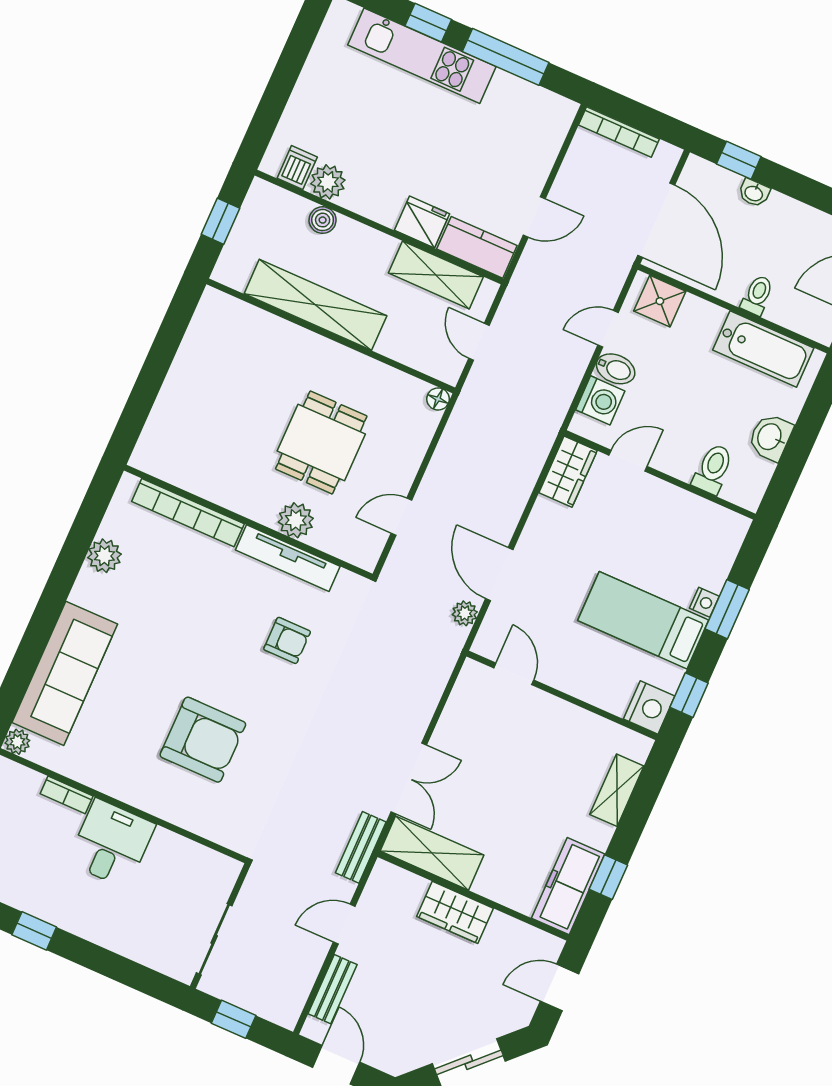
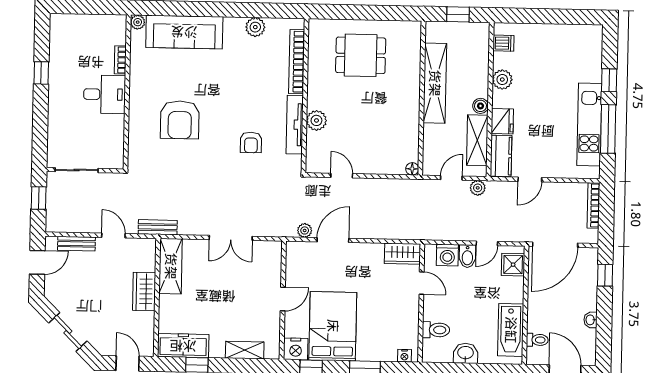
kitchen unit: (422, 56) -> (589, 124), moved
plant: (328, 182) -> (502, 80), moved
washbasin: (754, 193) -> (591, 320), moved
door: (534, 217) -> (530, 180), hinge flipped
boiler: (323, 220) -> (480, 106), moved
toilet: (757, 295) -> (537, 340), moved
plant: (513, 306) -> (478, 188), added
door: (608, 329) -> (487, 243), swing flipped
dining table: (321, 442) -> (361, 55), moved
nightstand: (704, 602) -> (404, 356), moved
bed: (643, 620) -> (333, 326), width x1.50
door: (514, 674) -> (283, 299), moved
double door: (409, 778) -> (231, 238), moved

